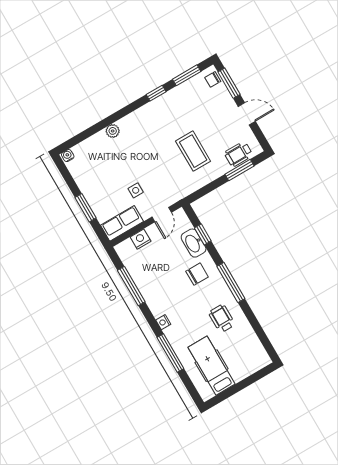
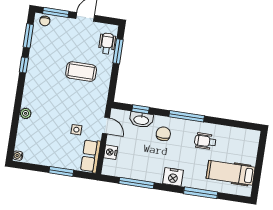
wheelchair: (238, 154) -> (107, 44), turned 180
nightstand: (163, 322) -> (173, 177), width x1.89, depth x1.79

